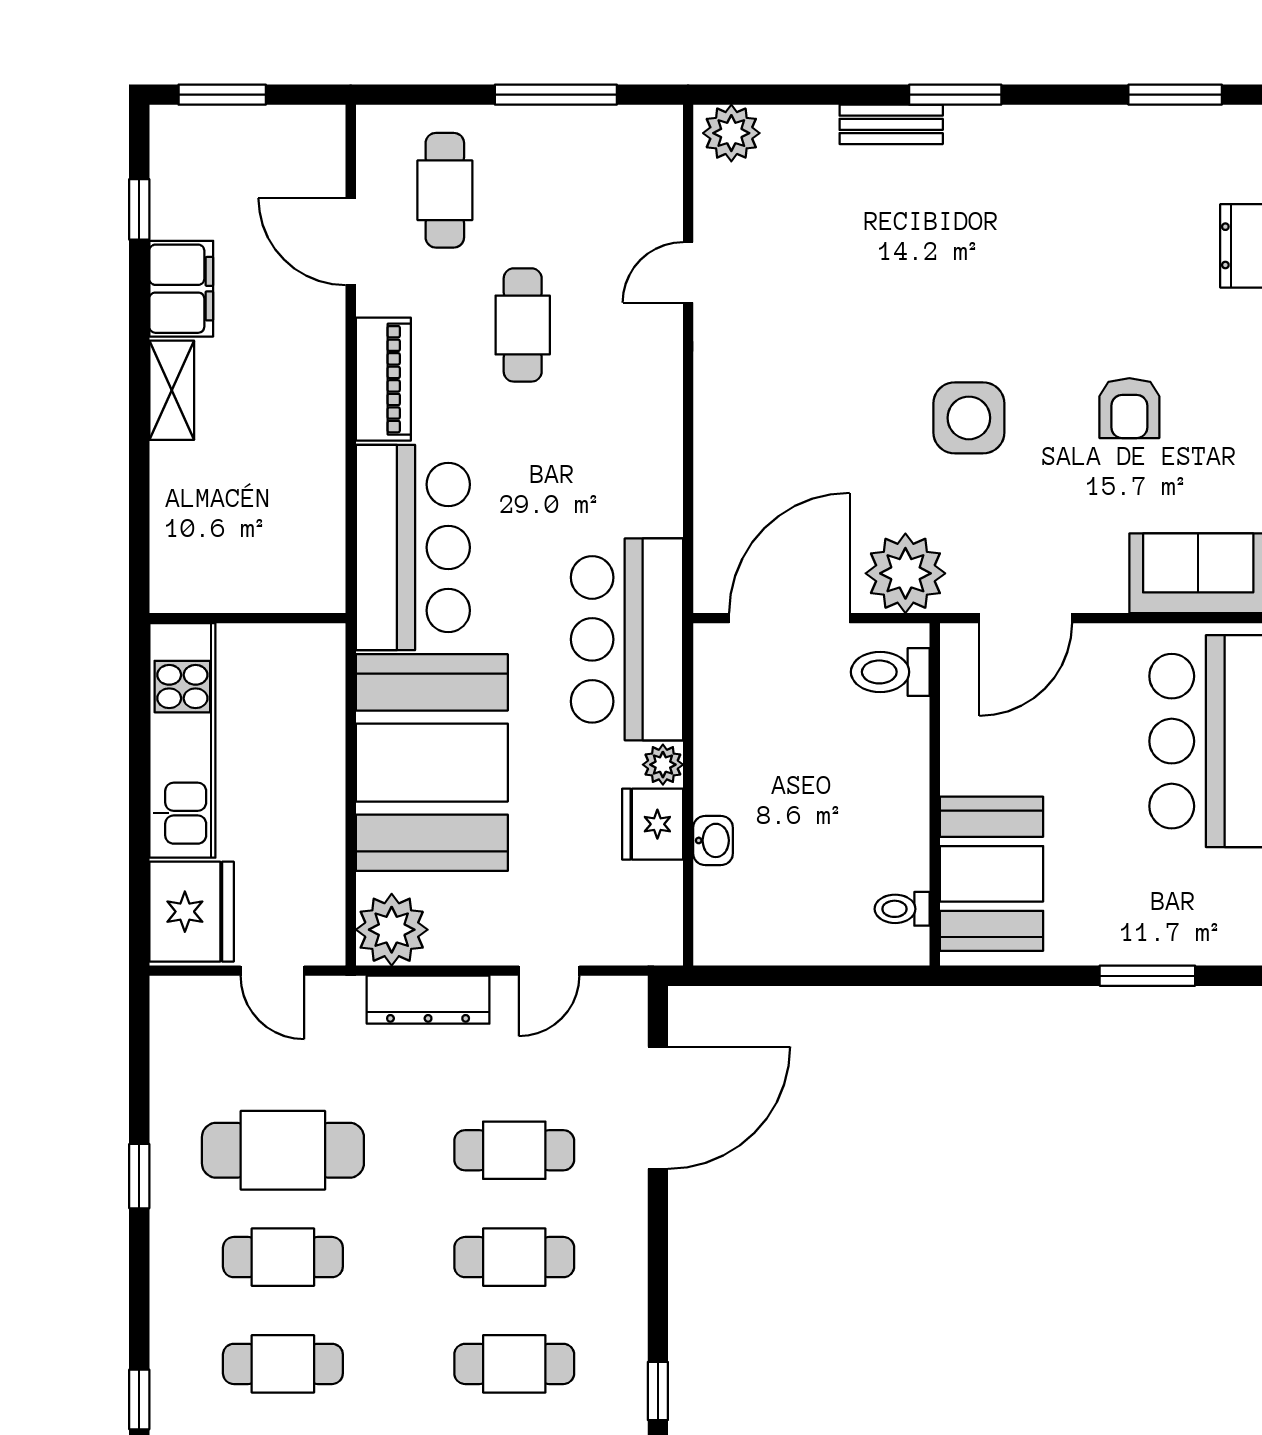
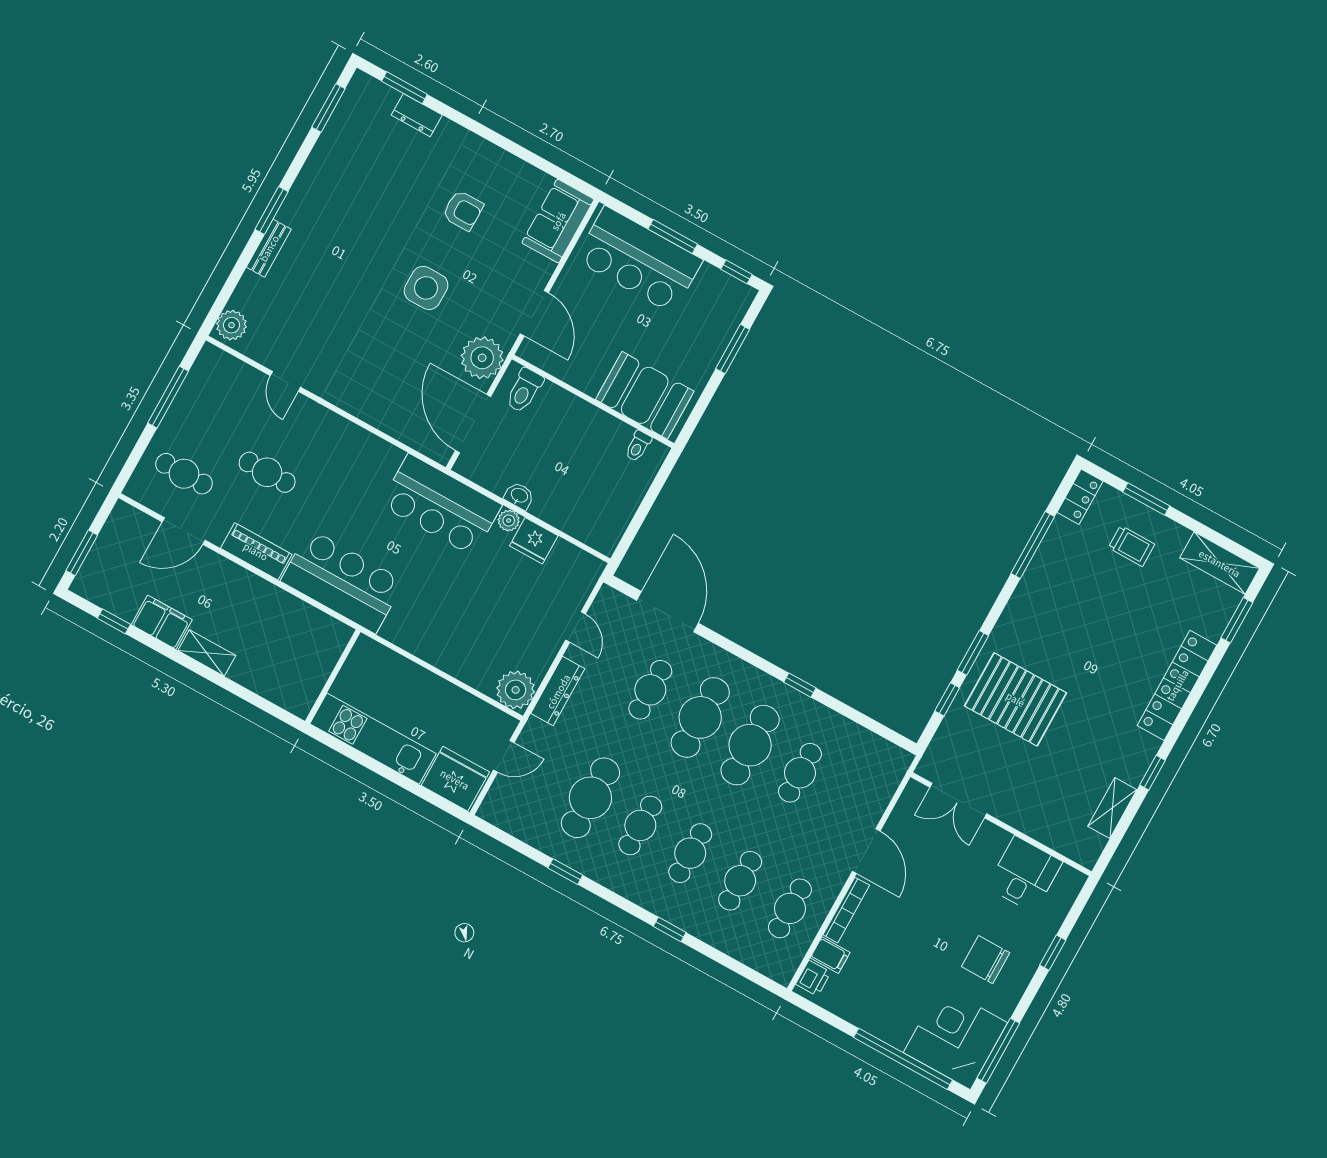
booth: (432, 763) -> (448, 628), removed
washbasin: (713, 840) -> (519, 496), moved
cafe table: (514, 1257) -> (700, 717), width x1.37, depth x1.35
cafe table: (514, 1364) -> (750, 745), width x1.37, depth x1.35

